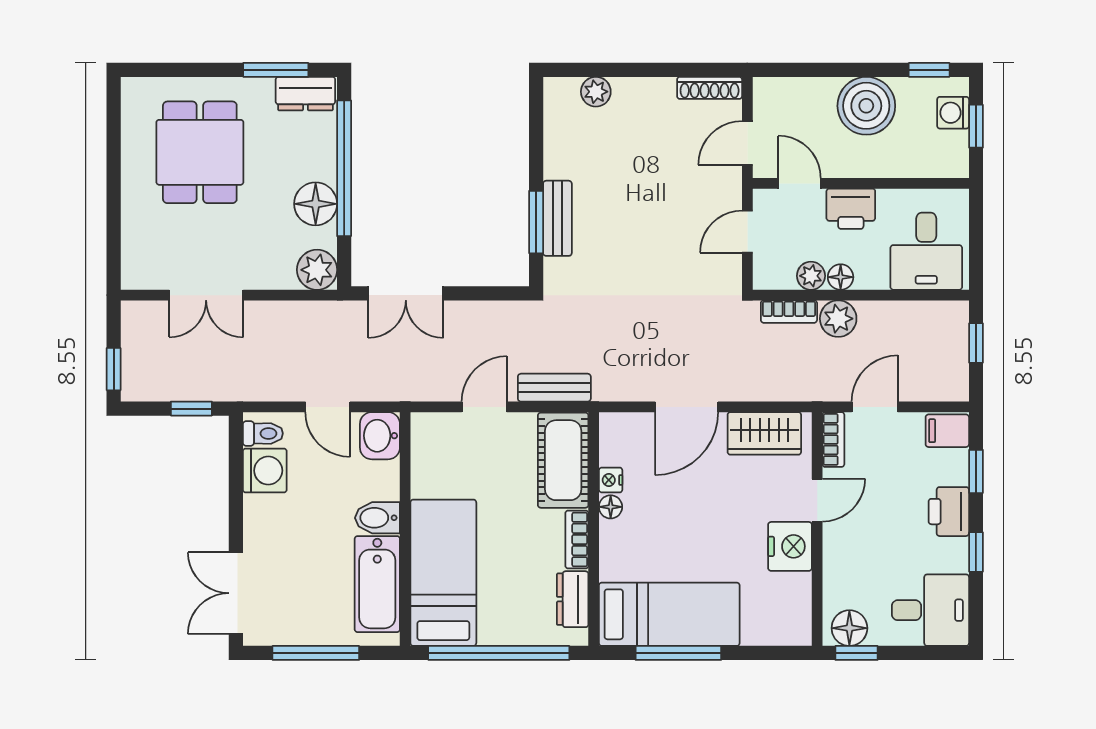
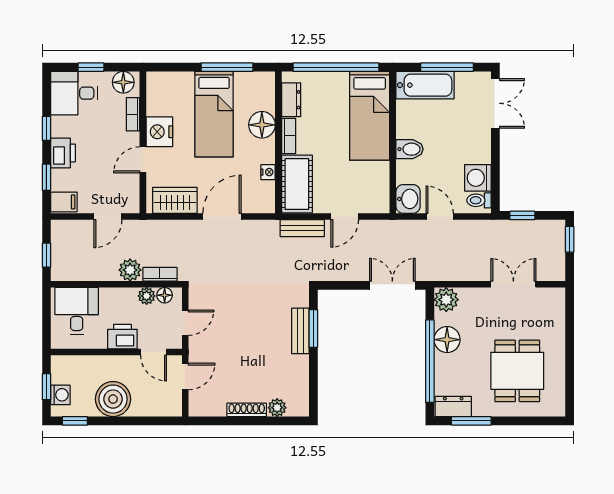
shoe rack: (710, 88) -> (247, 410), moved
floor lamp: (841, 277) -> (165, 295), moved
bookcase: (833, 439) -> (133, 114), moved
floor lamp: (611, 507) -> (262, 125), moved, width x1.89, depth x1.89
bathtub: (377, 584) -> (425, 85), moved, turned 90
bed: (669, 614) -> (214, 114), moved, turned -90
window: (856, 653) -> (91, 67), moved

